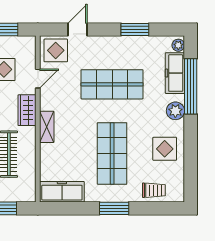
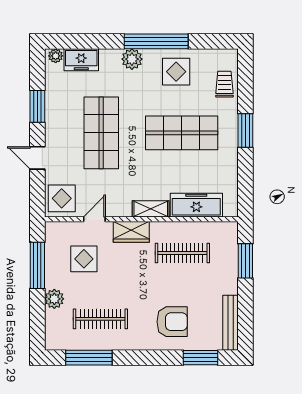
door: (77, 29) -> (37, 158), moved
freezer: (175, 73) -> (81, 60), width x0.71
door: (38, 79) -> (94, 219), hinge flipped
window: (191, 86) -> (156, 41), moved
freezer: (62, 192) -> (196, 205), moved, turned 90

